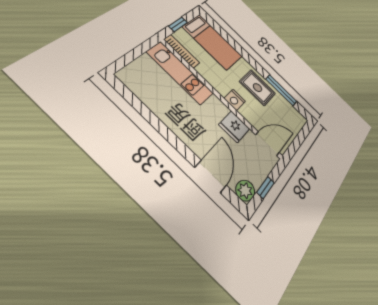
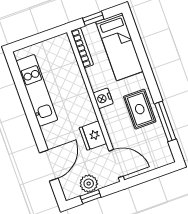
kitchen unit: (180, 73) -> (37, 90), moved, turned 180
nightstand: (235, 100) -> (103, 98), moved
plant: (245, 191) -> (89, 184), moved

